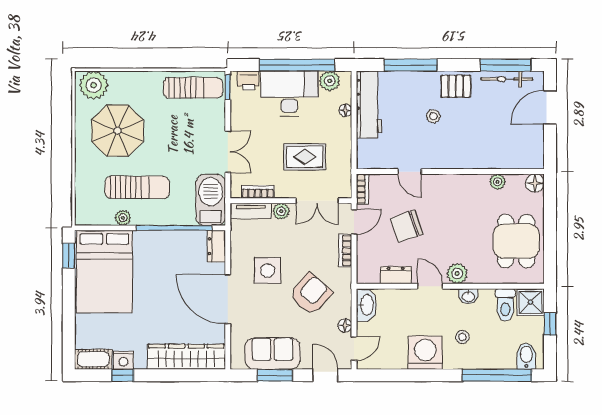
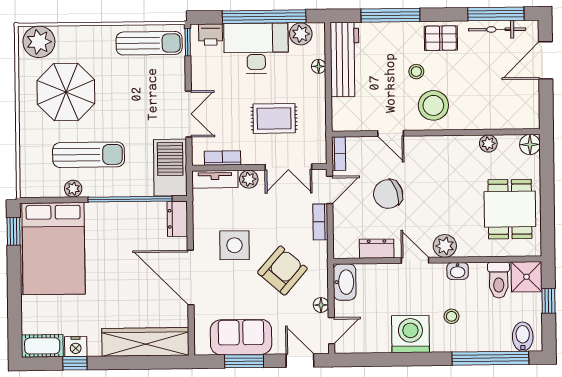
stool: (448, 147) -> (433, 105), added

